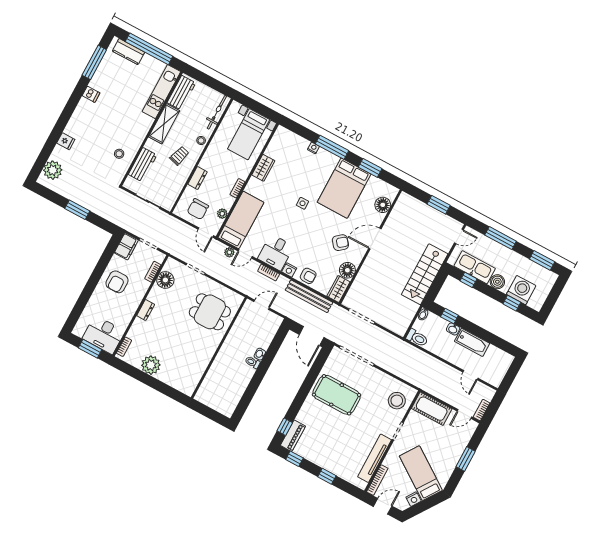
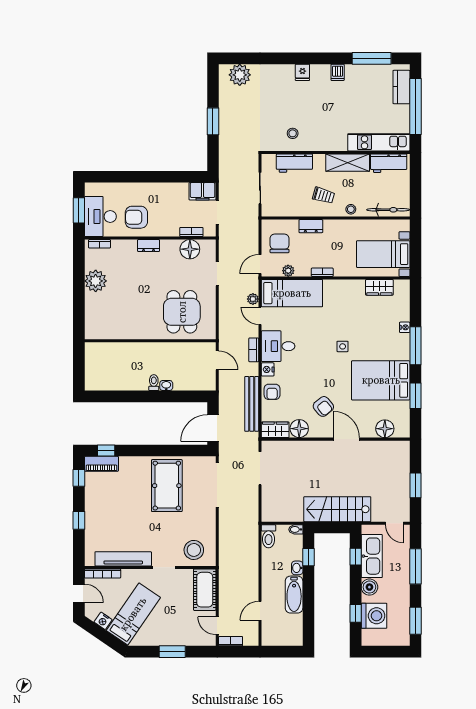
fridge: (66, 141) -> (302, 72), moved
wardrobe: (263, 168) -> (379, 287), moved
chair: (198, 209) -> (280, 243), turned 90
armchair: (117, 282) -> (136, 217), moved

